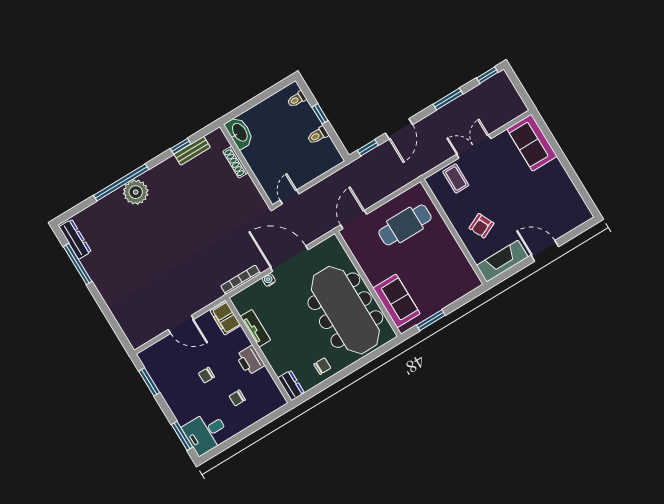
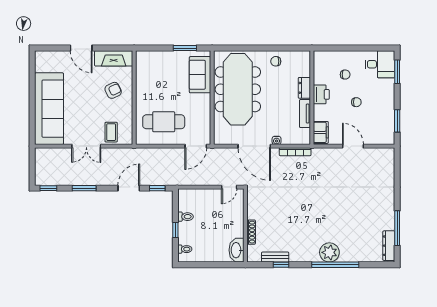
sofa: (532, 143) -> (49, 109), width x1.85, depth x1.27
dresser: (291, 385) -> (304, 88), moved

